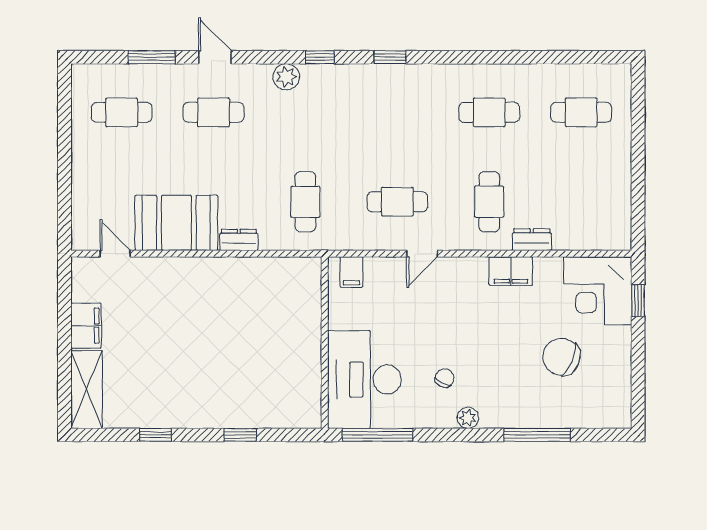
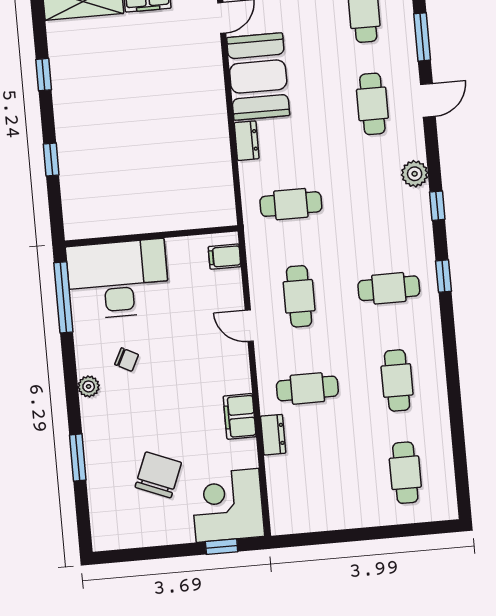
cafe table: (397, 112) -> (389, 288), added
window: (537, 435) -> (78, 457), width x0.69

